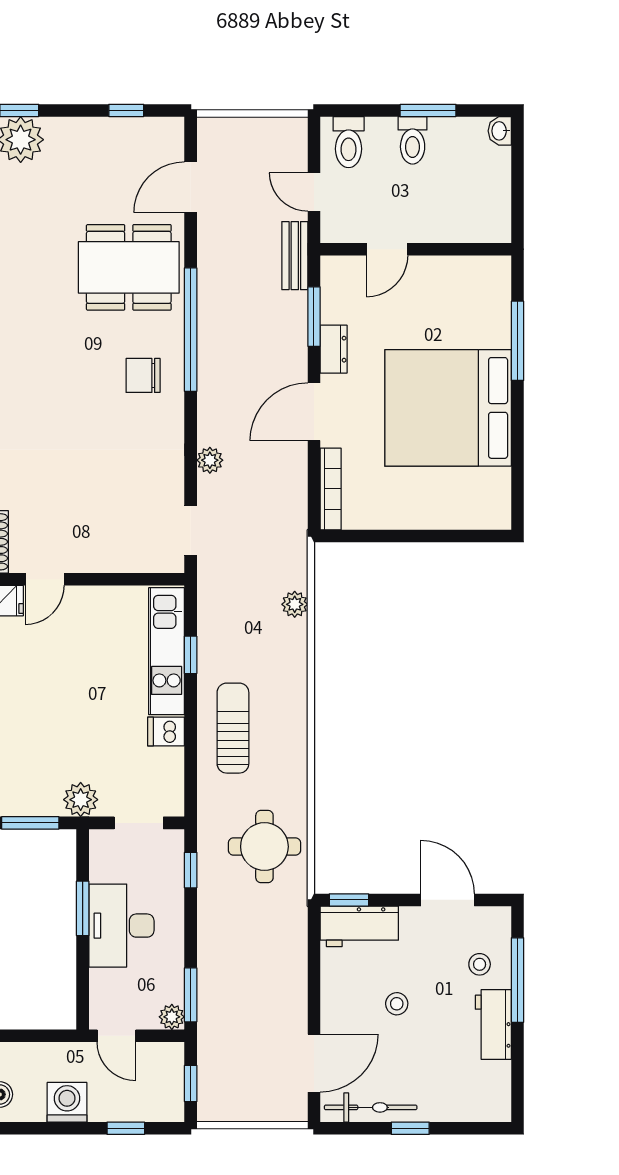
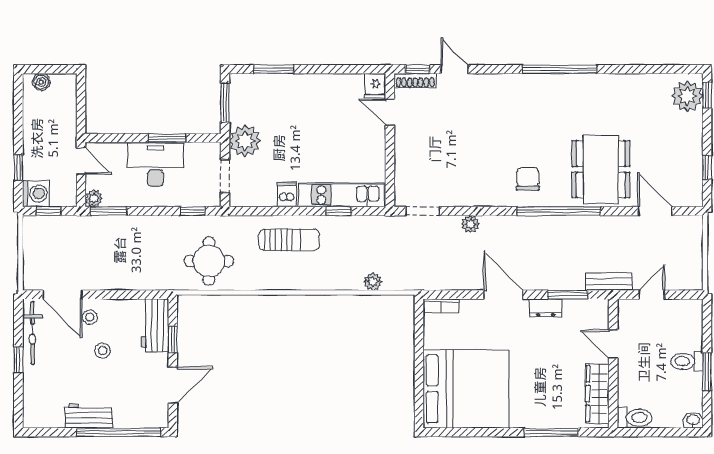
toilet: (349, 142) -> (635, 418), moved, turned 180
wardrobe: (460, 272) -> (597, 394), added
bed: (448, 408) -> (466, 389), moved, turned 90
bookcase: (331, 489) -> (441, 306), width x0.64
plant: (81, 800) -> (245, 141), width x1.36, depth x1.36
window: (349, 900) -> (173, 339), moved
stool: (480, 964) -> (90, 317), moved
window: (518, 980) -> (119, 432), width x1.46
door: (116, 1036) -> (81, 161), swing flipped
washing machine: (67, 1102) -> (36, 194), moved

